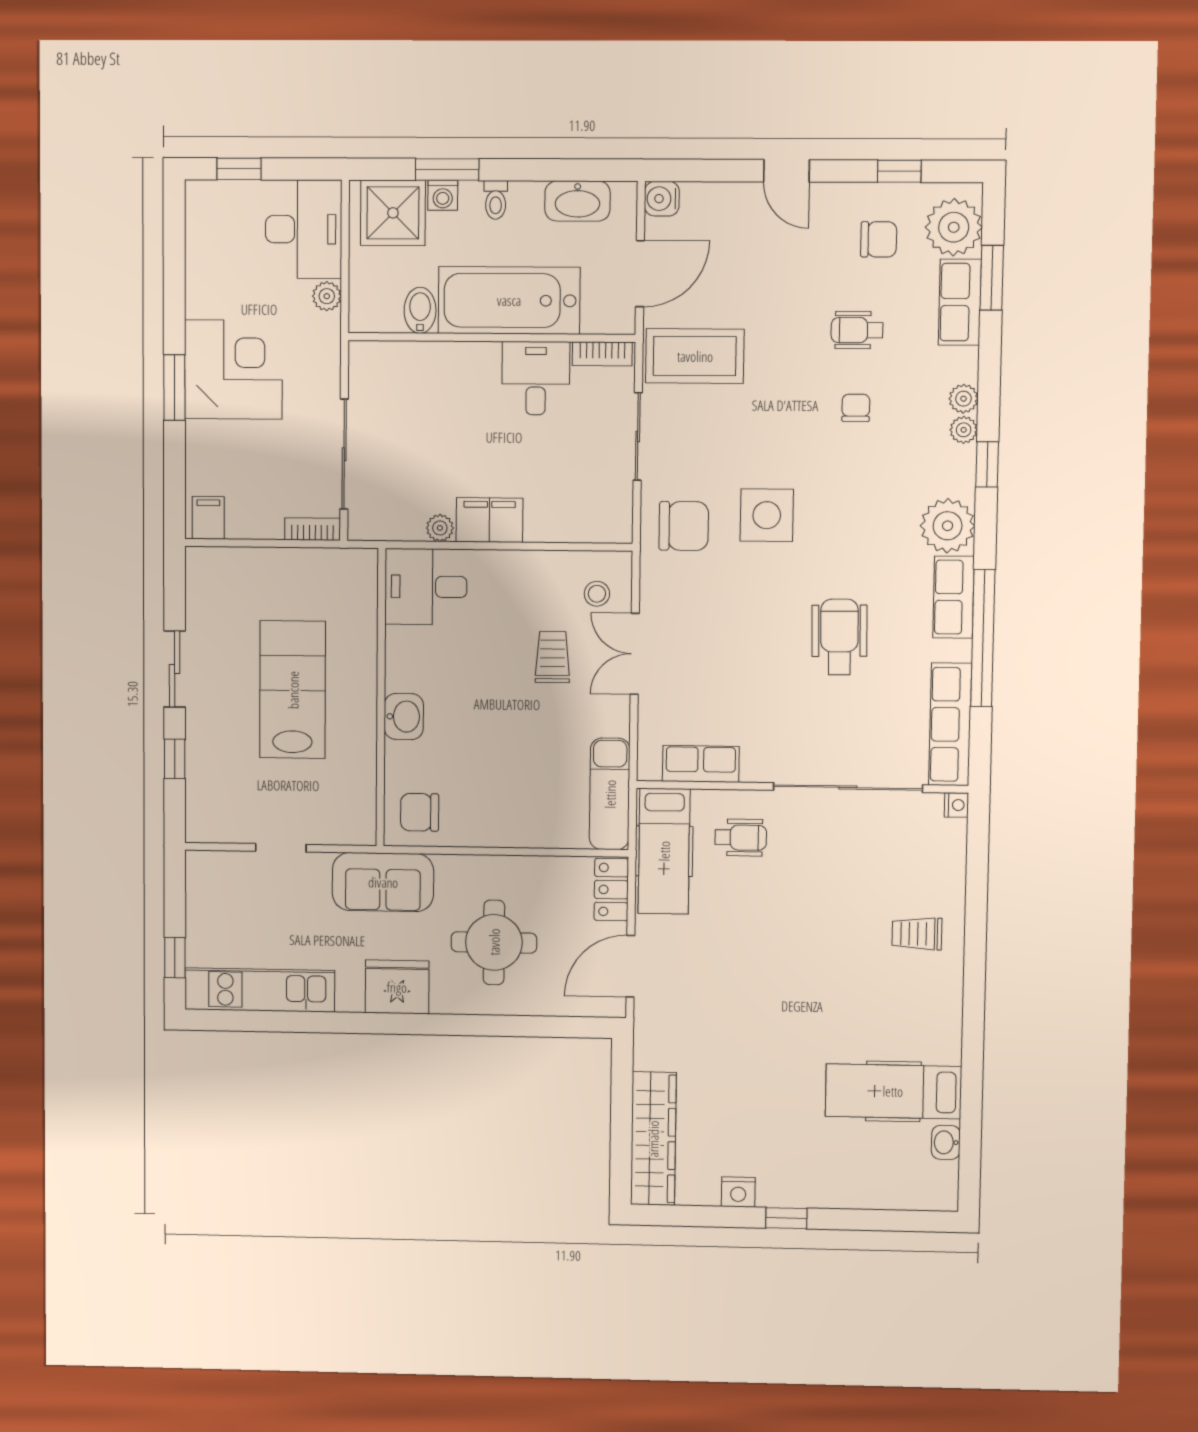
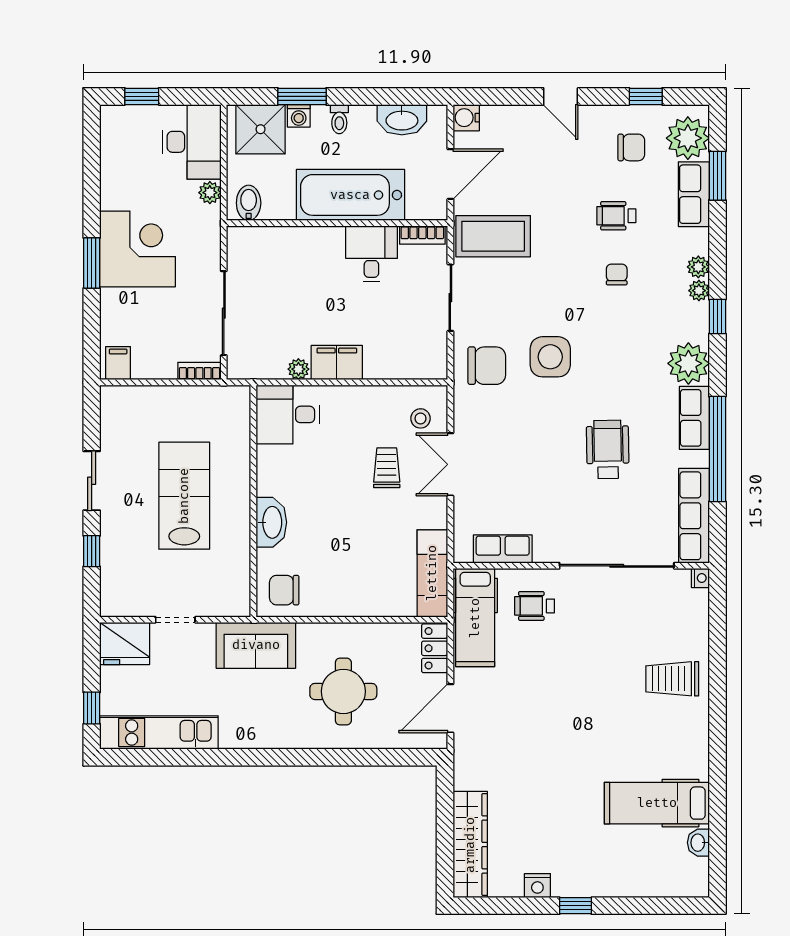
bidet: (420, 310) -> (249, 203), moved
washbasin: (404, 717) -> (271, 522), width x1.38
wheelchair: (741, 838) -> (535, 606), turned 180
trolley: (917, 934) -> (672, 679), width x1.36, depth x1.39
fridge: (397, 987) -> (125, 644), moved, turned 180

